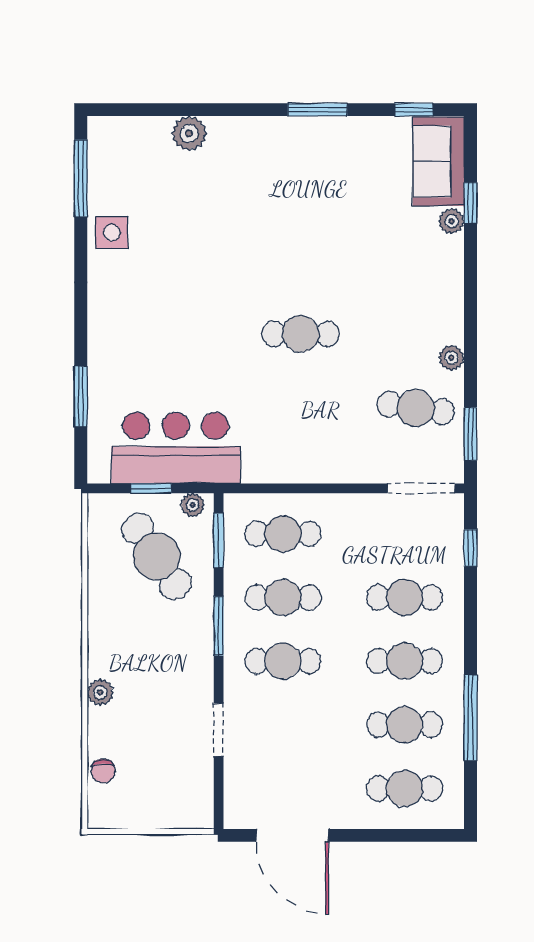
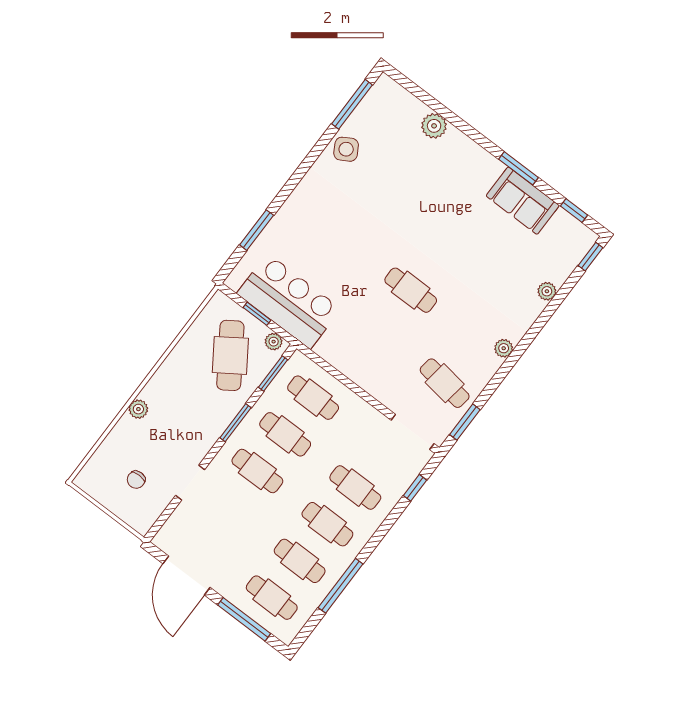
sofa: (438, 161) -> (523, 201), moved, turned -90
window: (471, 203) -> (590, 257), moved
side table: (112, 233) -> (346, 149), turned -30
plant: (451, 358) -> (504, 348), moved
chair: (103, 771) -> (136, 480), moved
window: (392, 835) -> (244, 619), added

